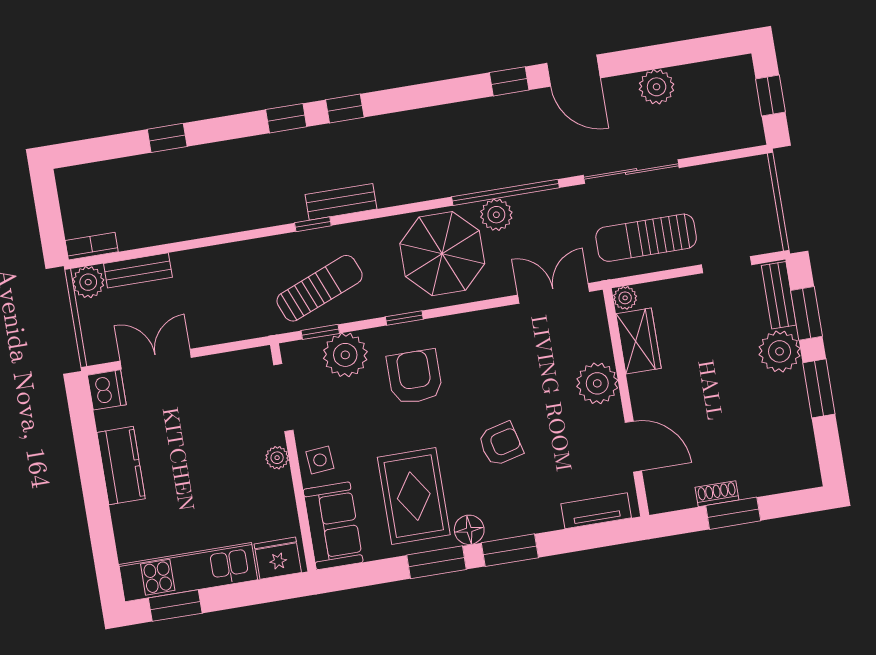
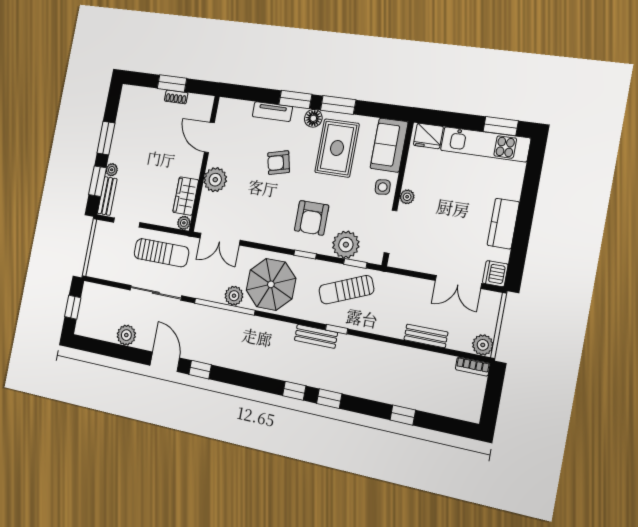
bench: (138, 270) -> (426, 336), moved
plant: (780, 351) -> (112, 170), width x0.53, depth x0.53
tv unit: (596, 511) -> (272, 112), moved

